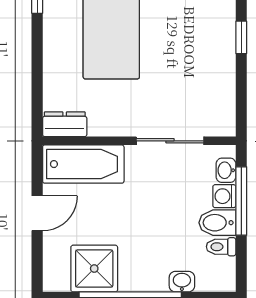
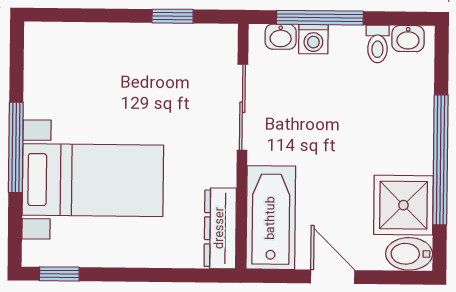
window: (241, 37) -> (173, 16), moved
dresser: (65, 124) -> (220, 228), width x1.44
bidet: (217, 223) -> (409, 254), moved, turned 90
washbasin: (182, 282) -> (408, 39), moved, turned -90

